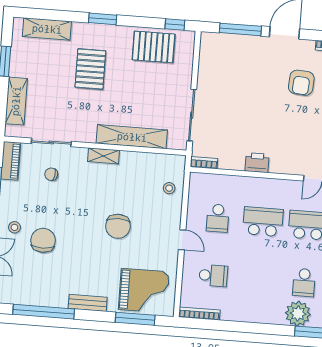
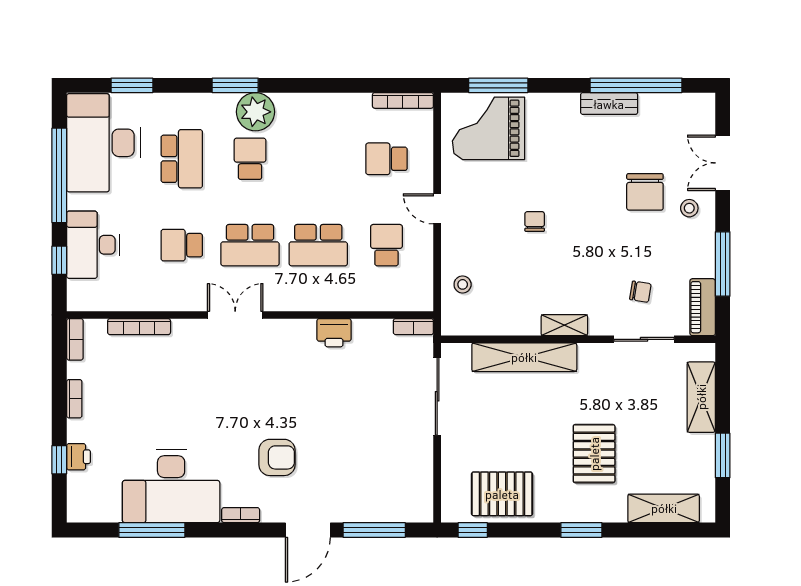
armchair: (301, 83) -> (277, 457), turned 86
chair: (118, 226) -> (535, 222), width x0.54, depth x0.54
bench: (88, 303) -> (609, 104), moved

